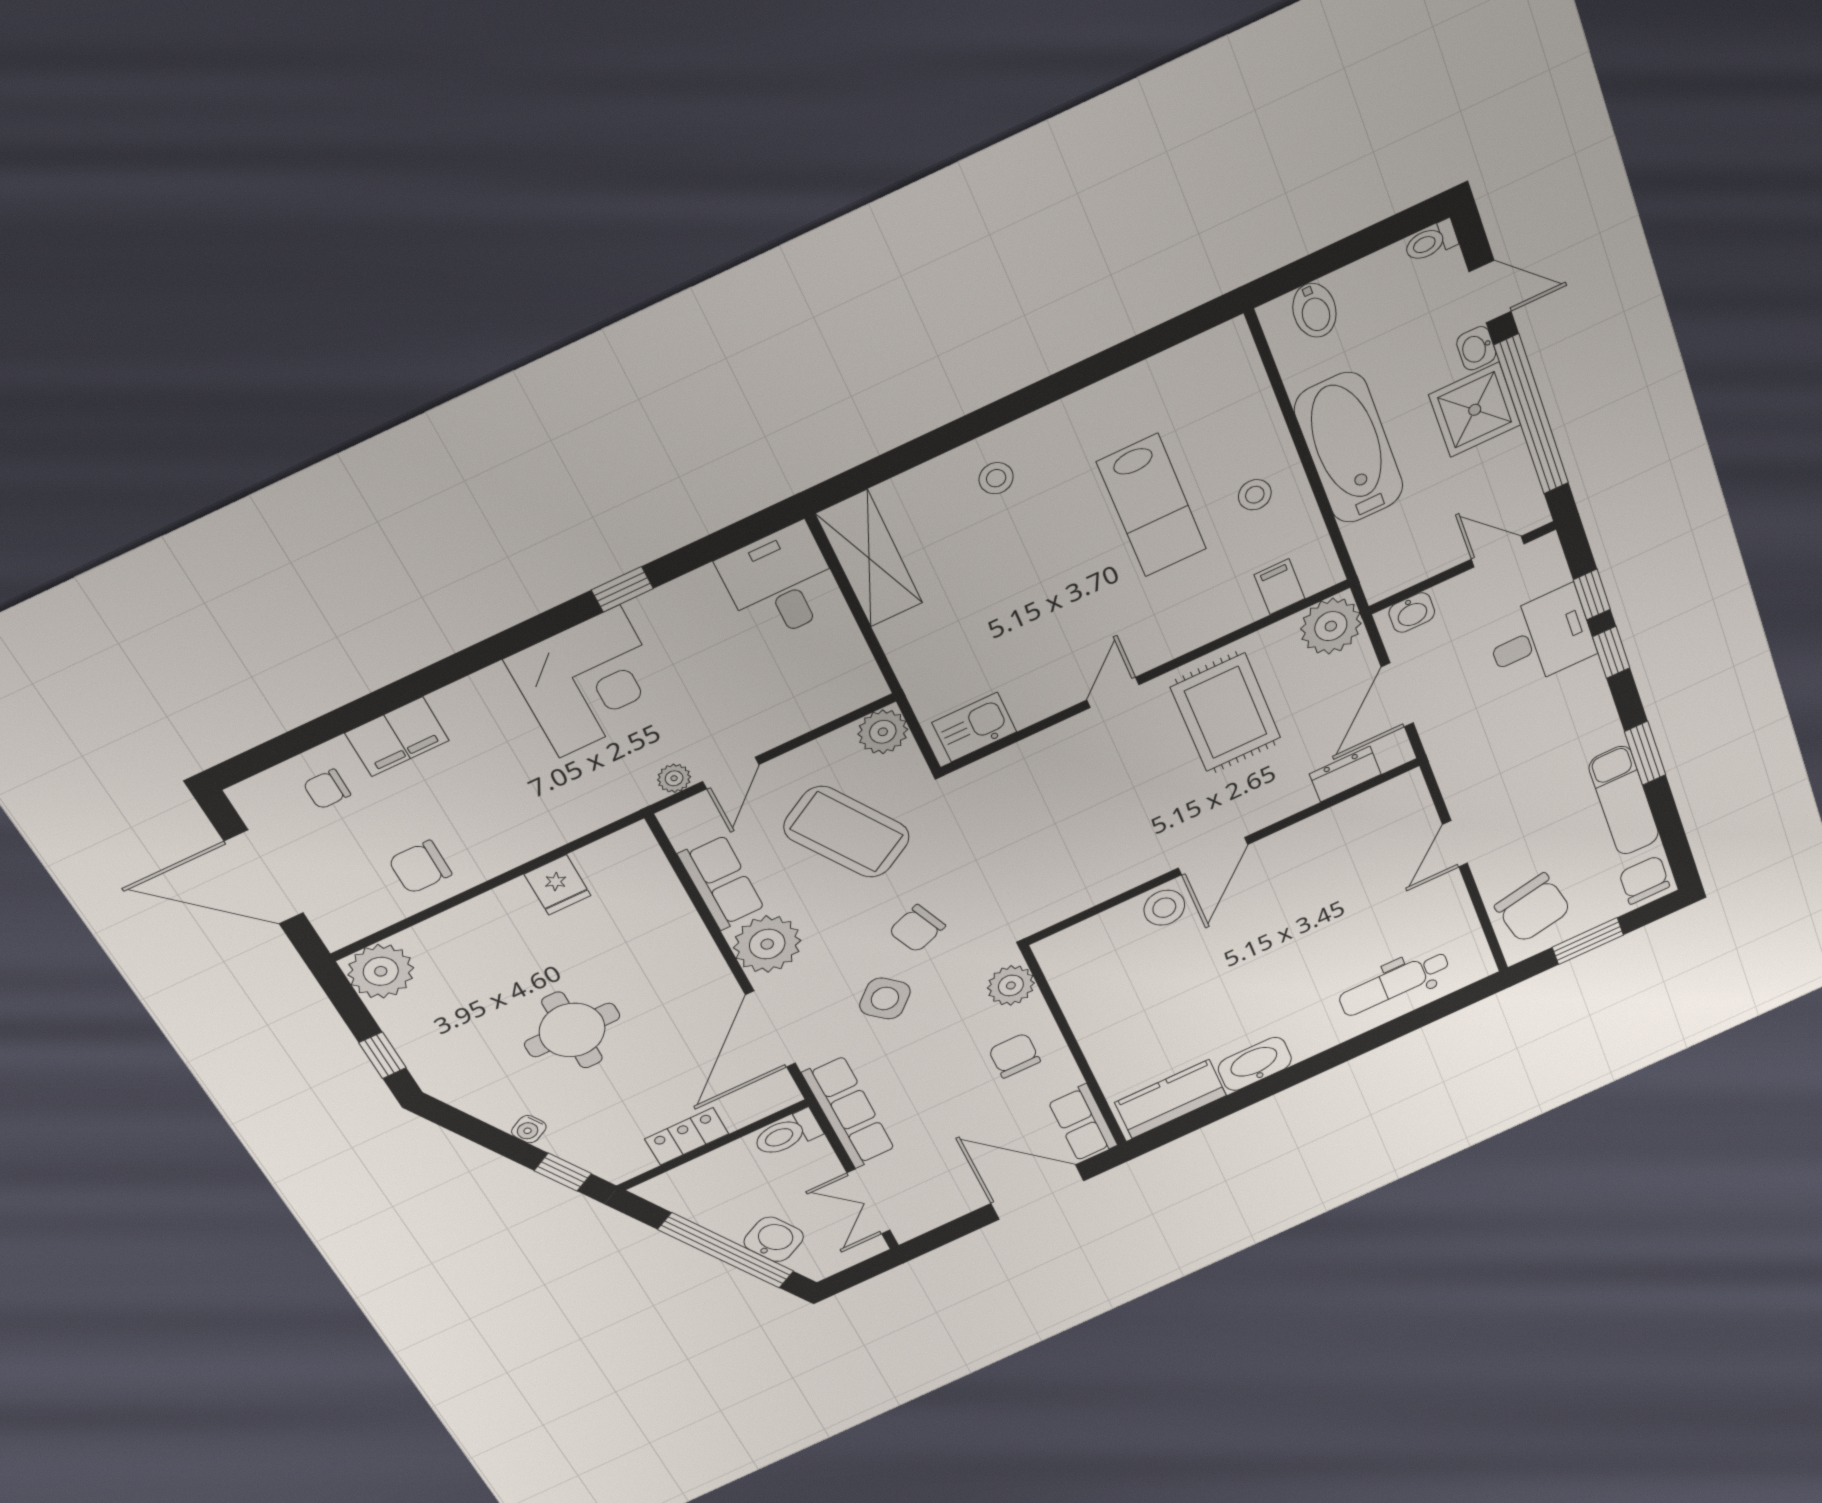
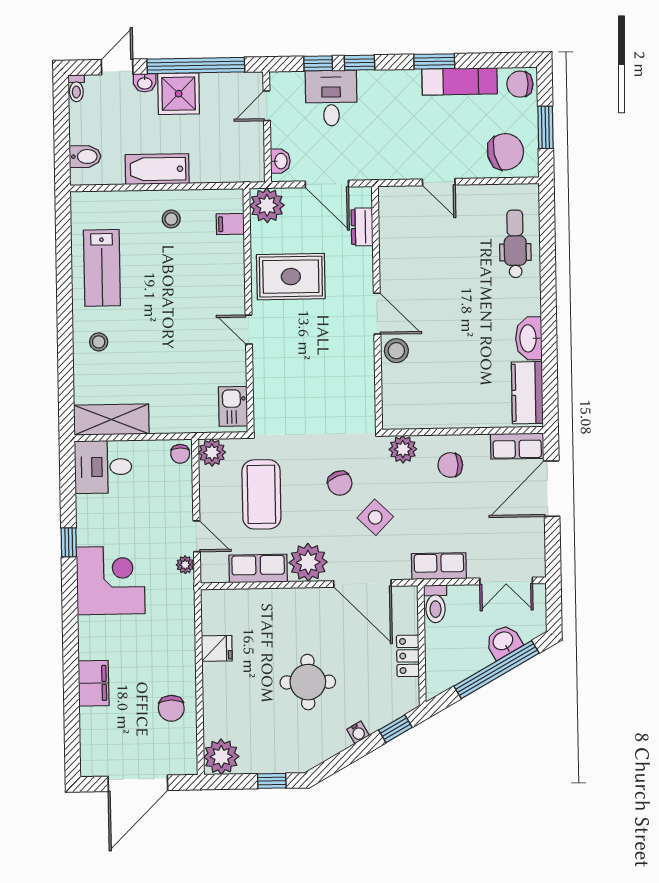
bathtub: (1349, 448) -> (157, 169), width x0.73, depth x0.73
lab bench: (1152, 506) -> (102, 268), moved, turned 90
chair: (327, 789) -> (180, 454), moved
coffee table: (847, 832) -> (261, 494), turned -58
dental chair: (1394, 983) -> (515, 244), turned 180
row of seats: (849, 1112) -> (439, 566), width x0.68

